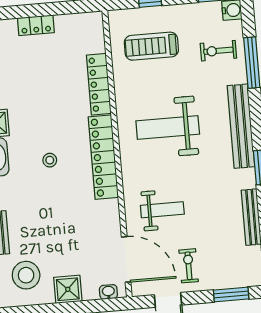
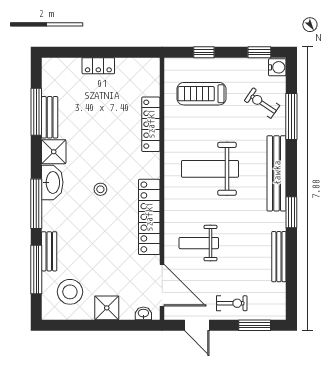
exercise bike: (218, 51) -> (262, 103), turned 34
locker: (103, 157) -> (149, 217), moved
weight bench: (162, 210) -> (199, 243), turned 180
exercise bike: (189, 266) -> (232, 303), moved, turned 90

